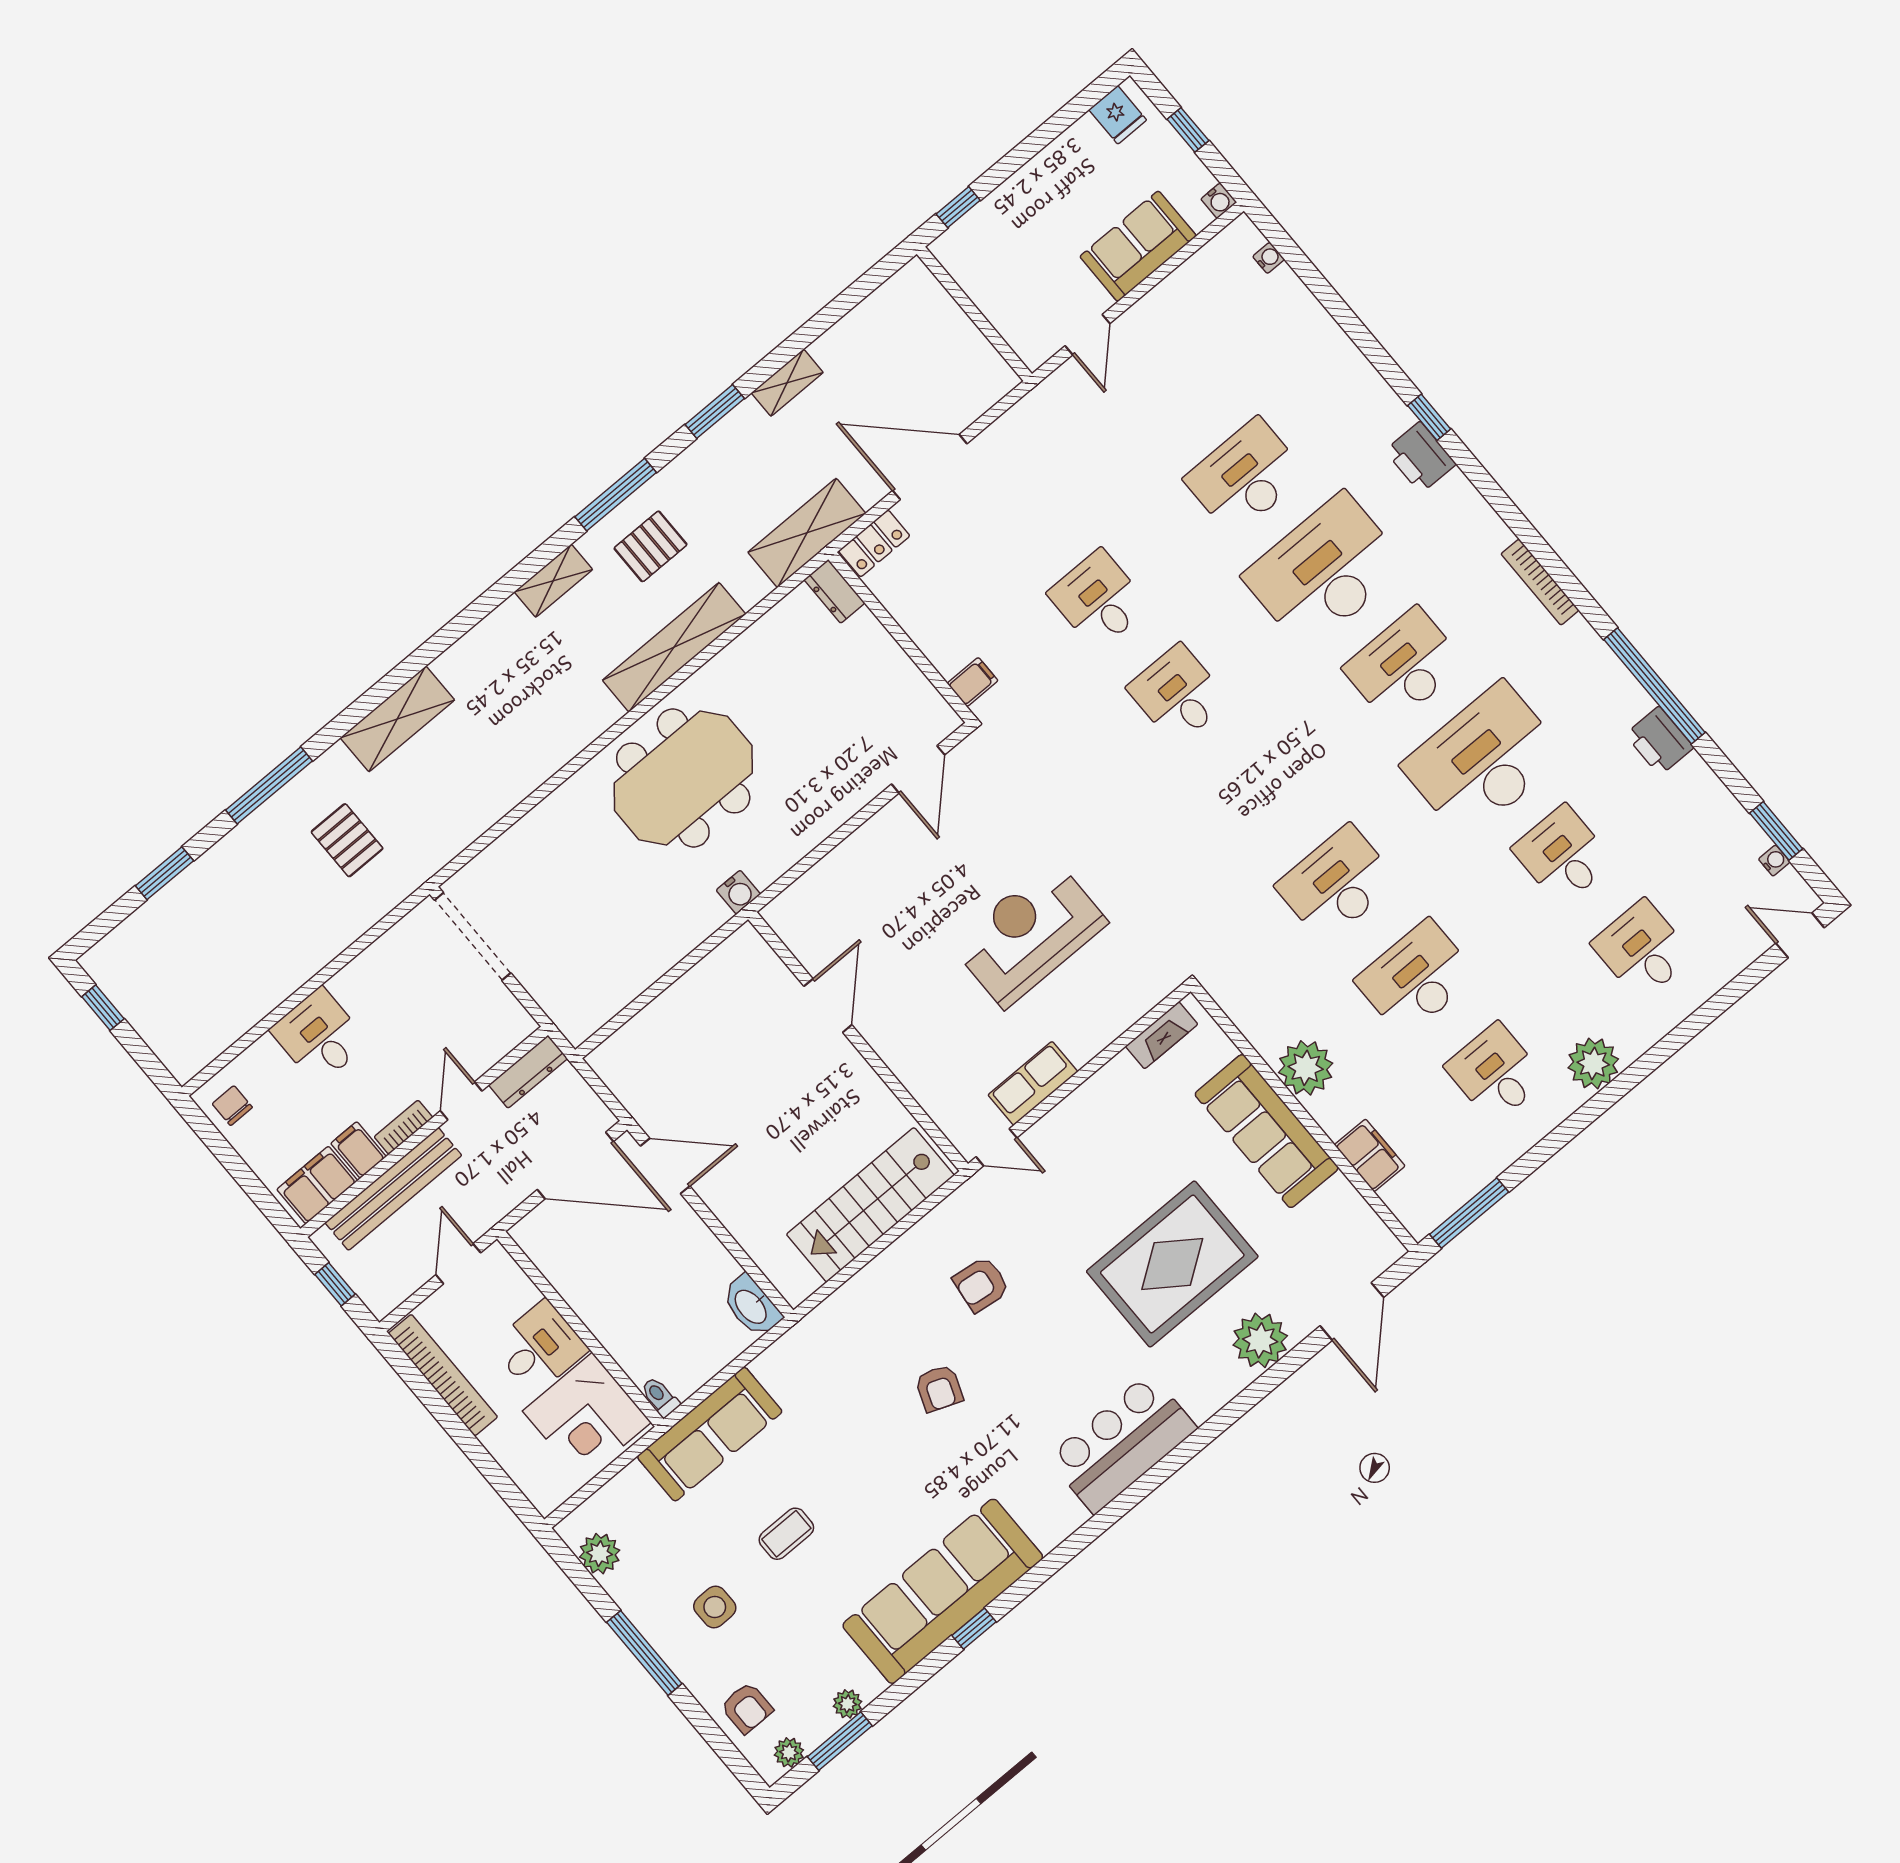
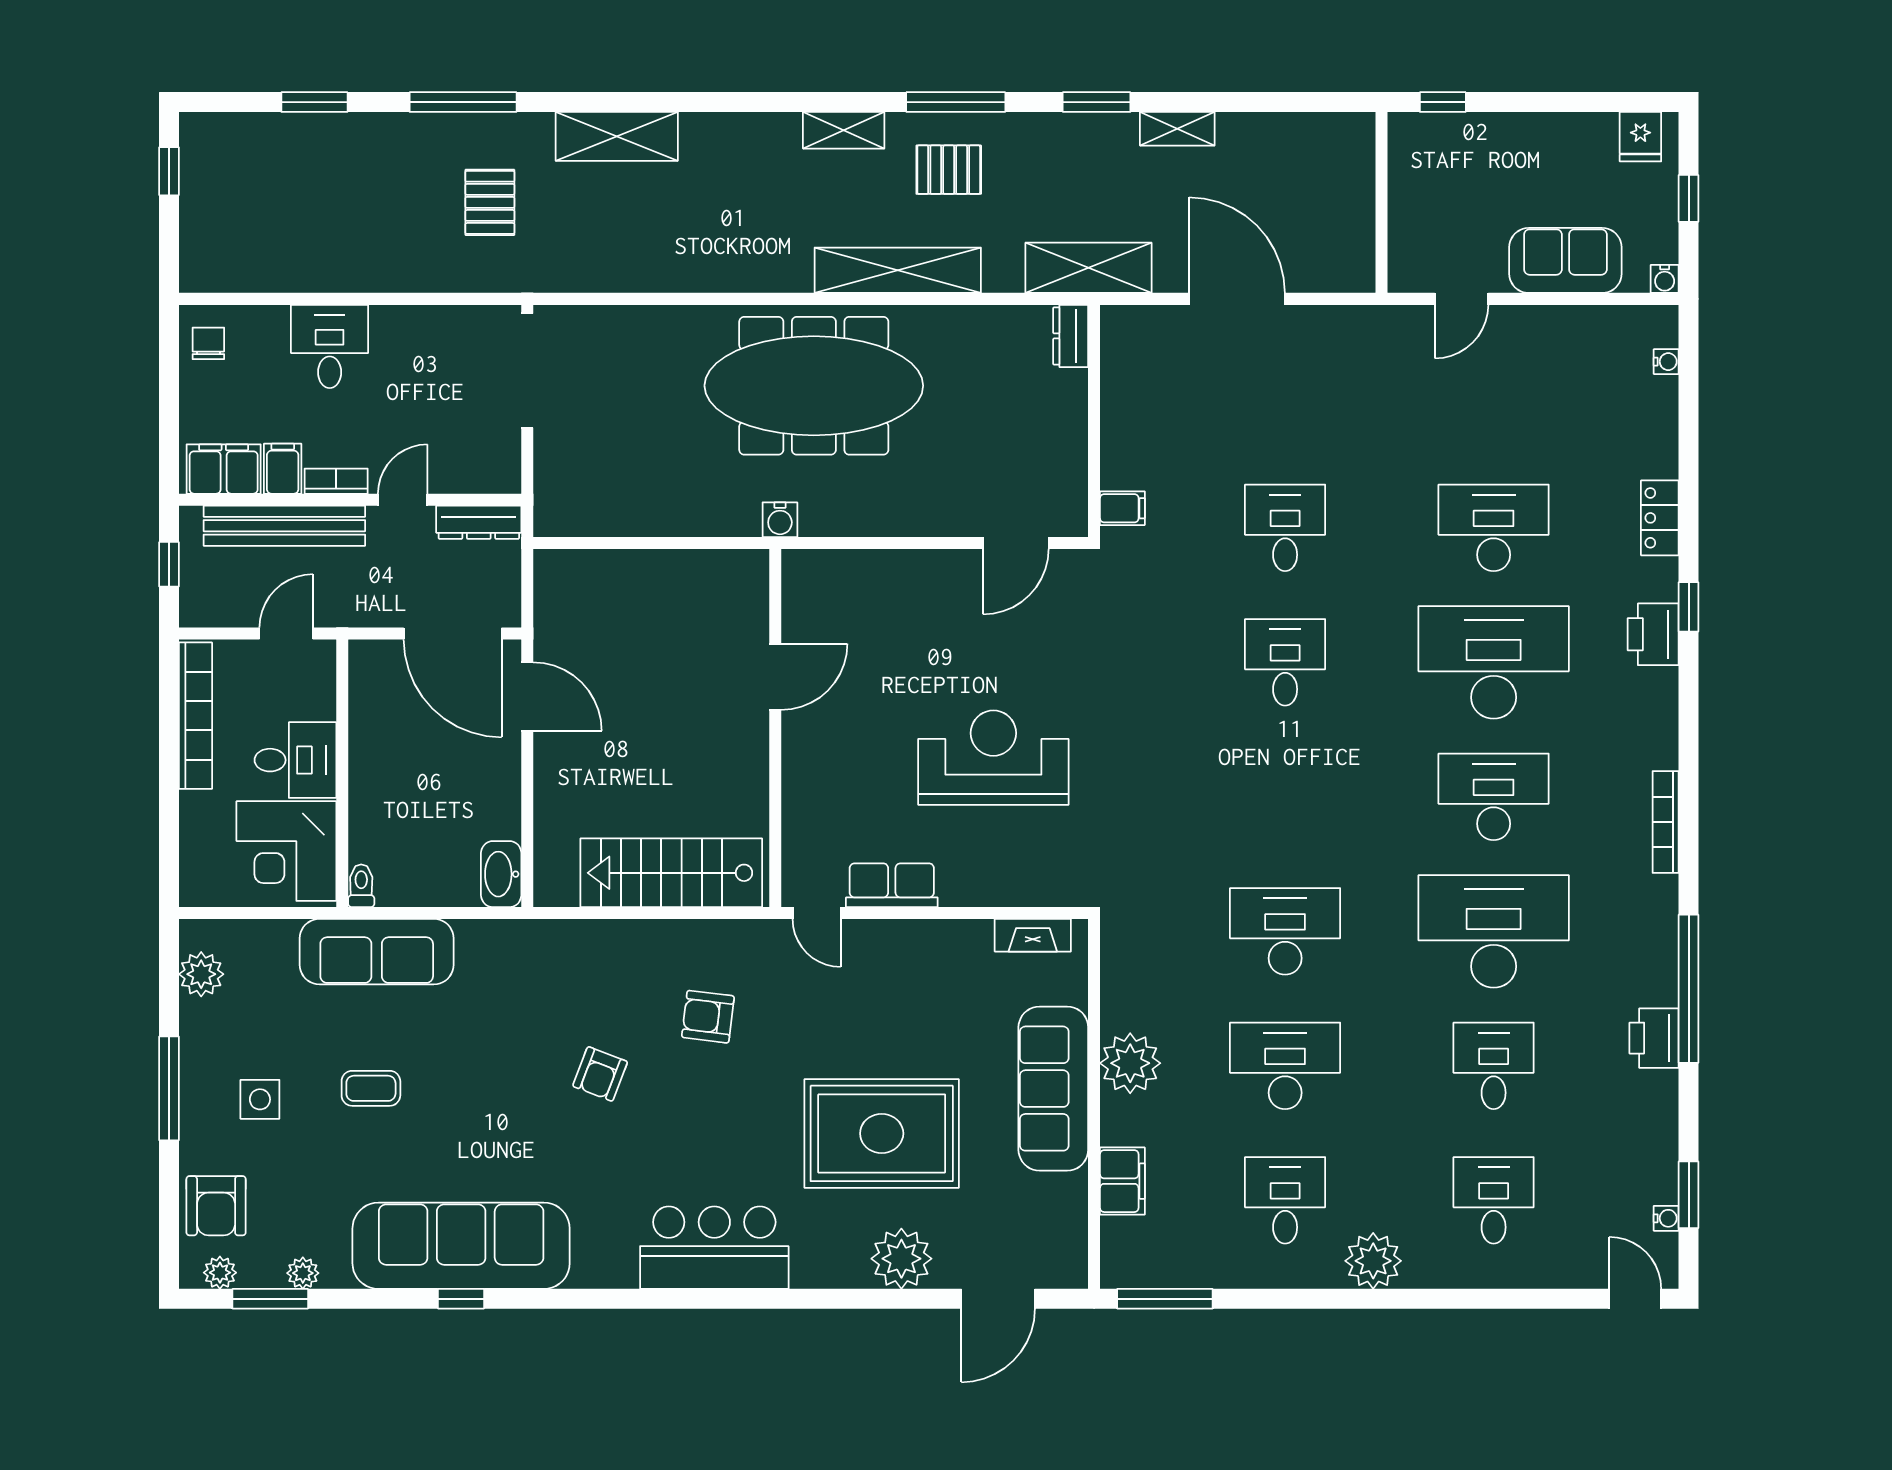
locker: (874, 543) -> (1660, 518), moved, turned 90
meeting table: (683, 778) -> (814, 386), width x1.36
armchair: (747, 1708) -> (216, 1206), width x1.38, depth x1.38

